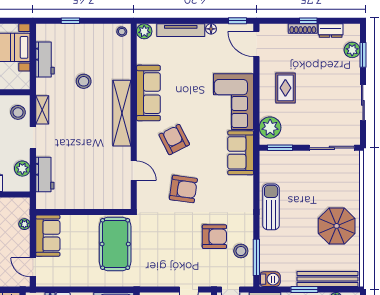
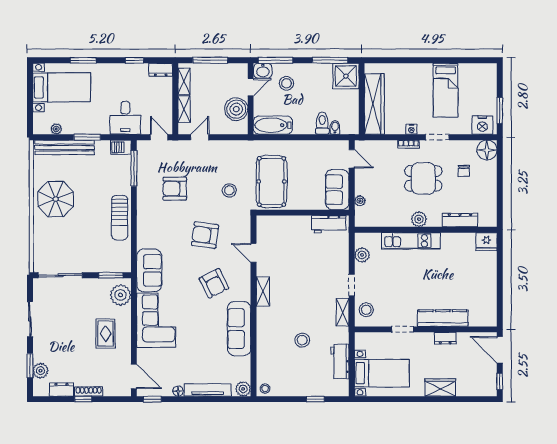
shelving: (122, 113) -> (263, 291), width x0.45, depth x0.75
workbench: (45, 174) -> (329, 224), moved, turned -90
stool: (241, 251) -> (229, 190), moved

